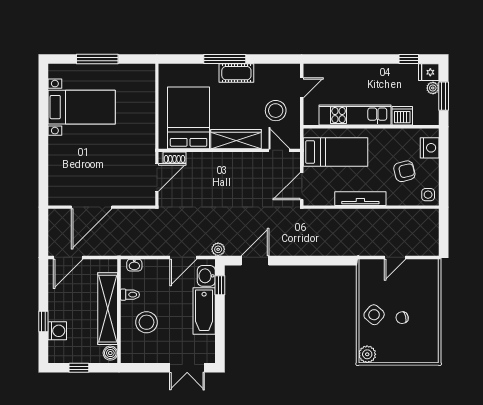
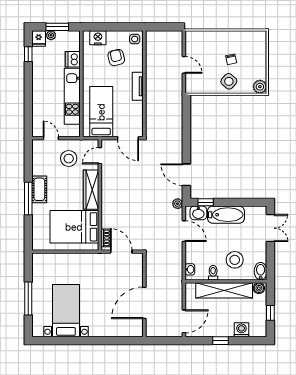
tv unit: (360, 199) -> (138, 86), width x0.71
door: (92, 207) -> (144, 303), swing flipped
door: (68, 257) -> (184, 321), hinge flipped
window: (43, 321) -> (221, 341), moved
bidet: (132, 355) -> (261, 271), added

